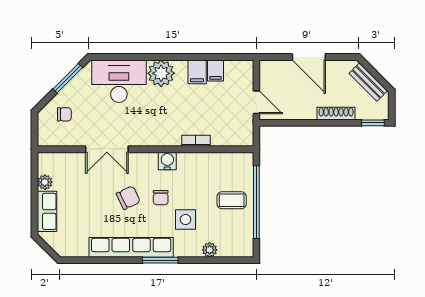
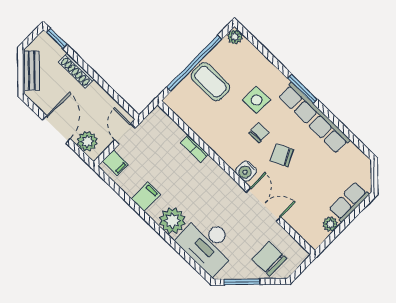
filing cabinet: (216, 70) -> (115, 163), moved, turned 90
plant: (278, 70) -> (87, 141), added
chair: (64, 114) -> (269, 259), width x1.87, depth x1.87
water cooler: (167, 161) -> (246, 171), moved
coffee table: (232, 200) -> (210, 82), width x1.36, depth x1.30
plant: (210, 250) -> (235, 37), moved

